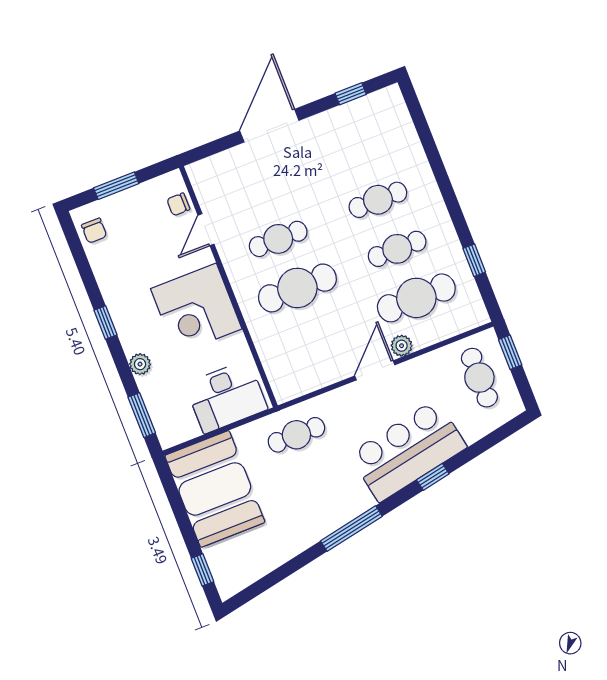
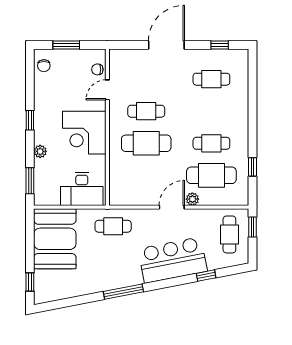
cafe table: (378, 200) -> (211, 79), moved
window: (433, 477) -> (206, 276), moved

